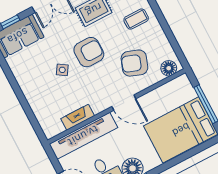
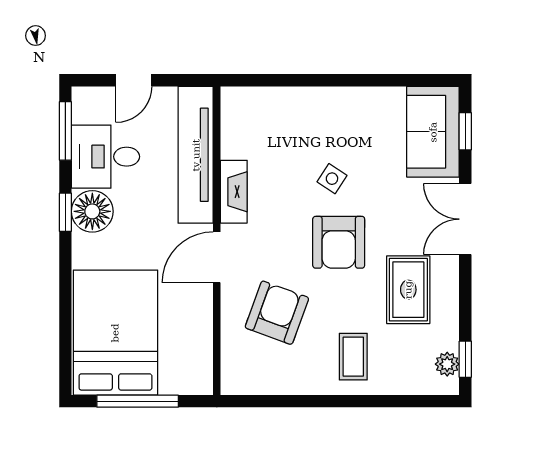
floor lamp: (169, 68) -> (236, 369), removed
fireplace: (78, 117) -> (234, 192), moved

